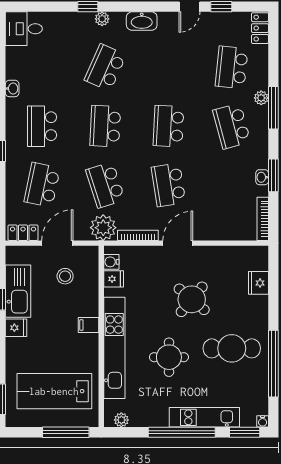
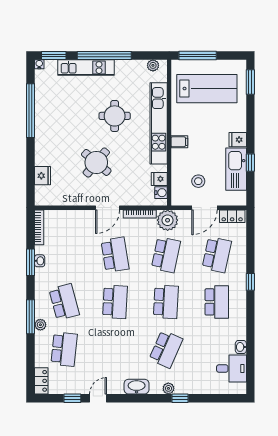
desk: (24, 29) -> (231, 369), moved
washbasin: (12, 88) -> (241, 347), moved
school desk: (105, 185) -> (166, 255), turned 30
cafe table: (232, 348) -> (64, 123), removed

